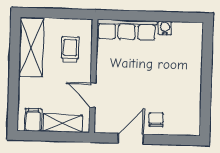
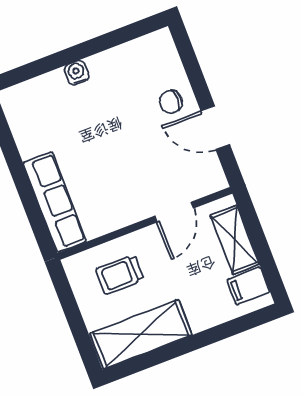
water cooler: (165, 28) -> (77, 73), moved, turned 90

